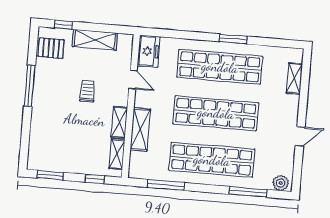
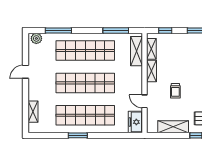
shelving: (140, 129) -> (137, 51), moved

